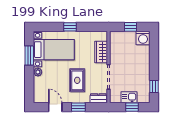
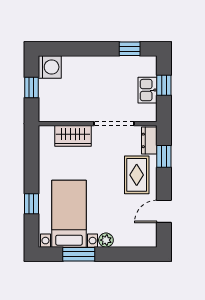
window: (70, 27) -> (31, 204), moved
rug: (77, 80) -> (137, 175), moved, turned 90
window: (78, 107) -> (164, 156), moved

